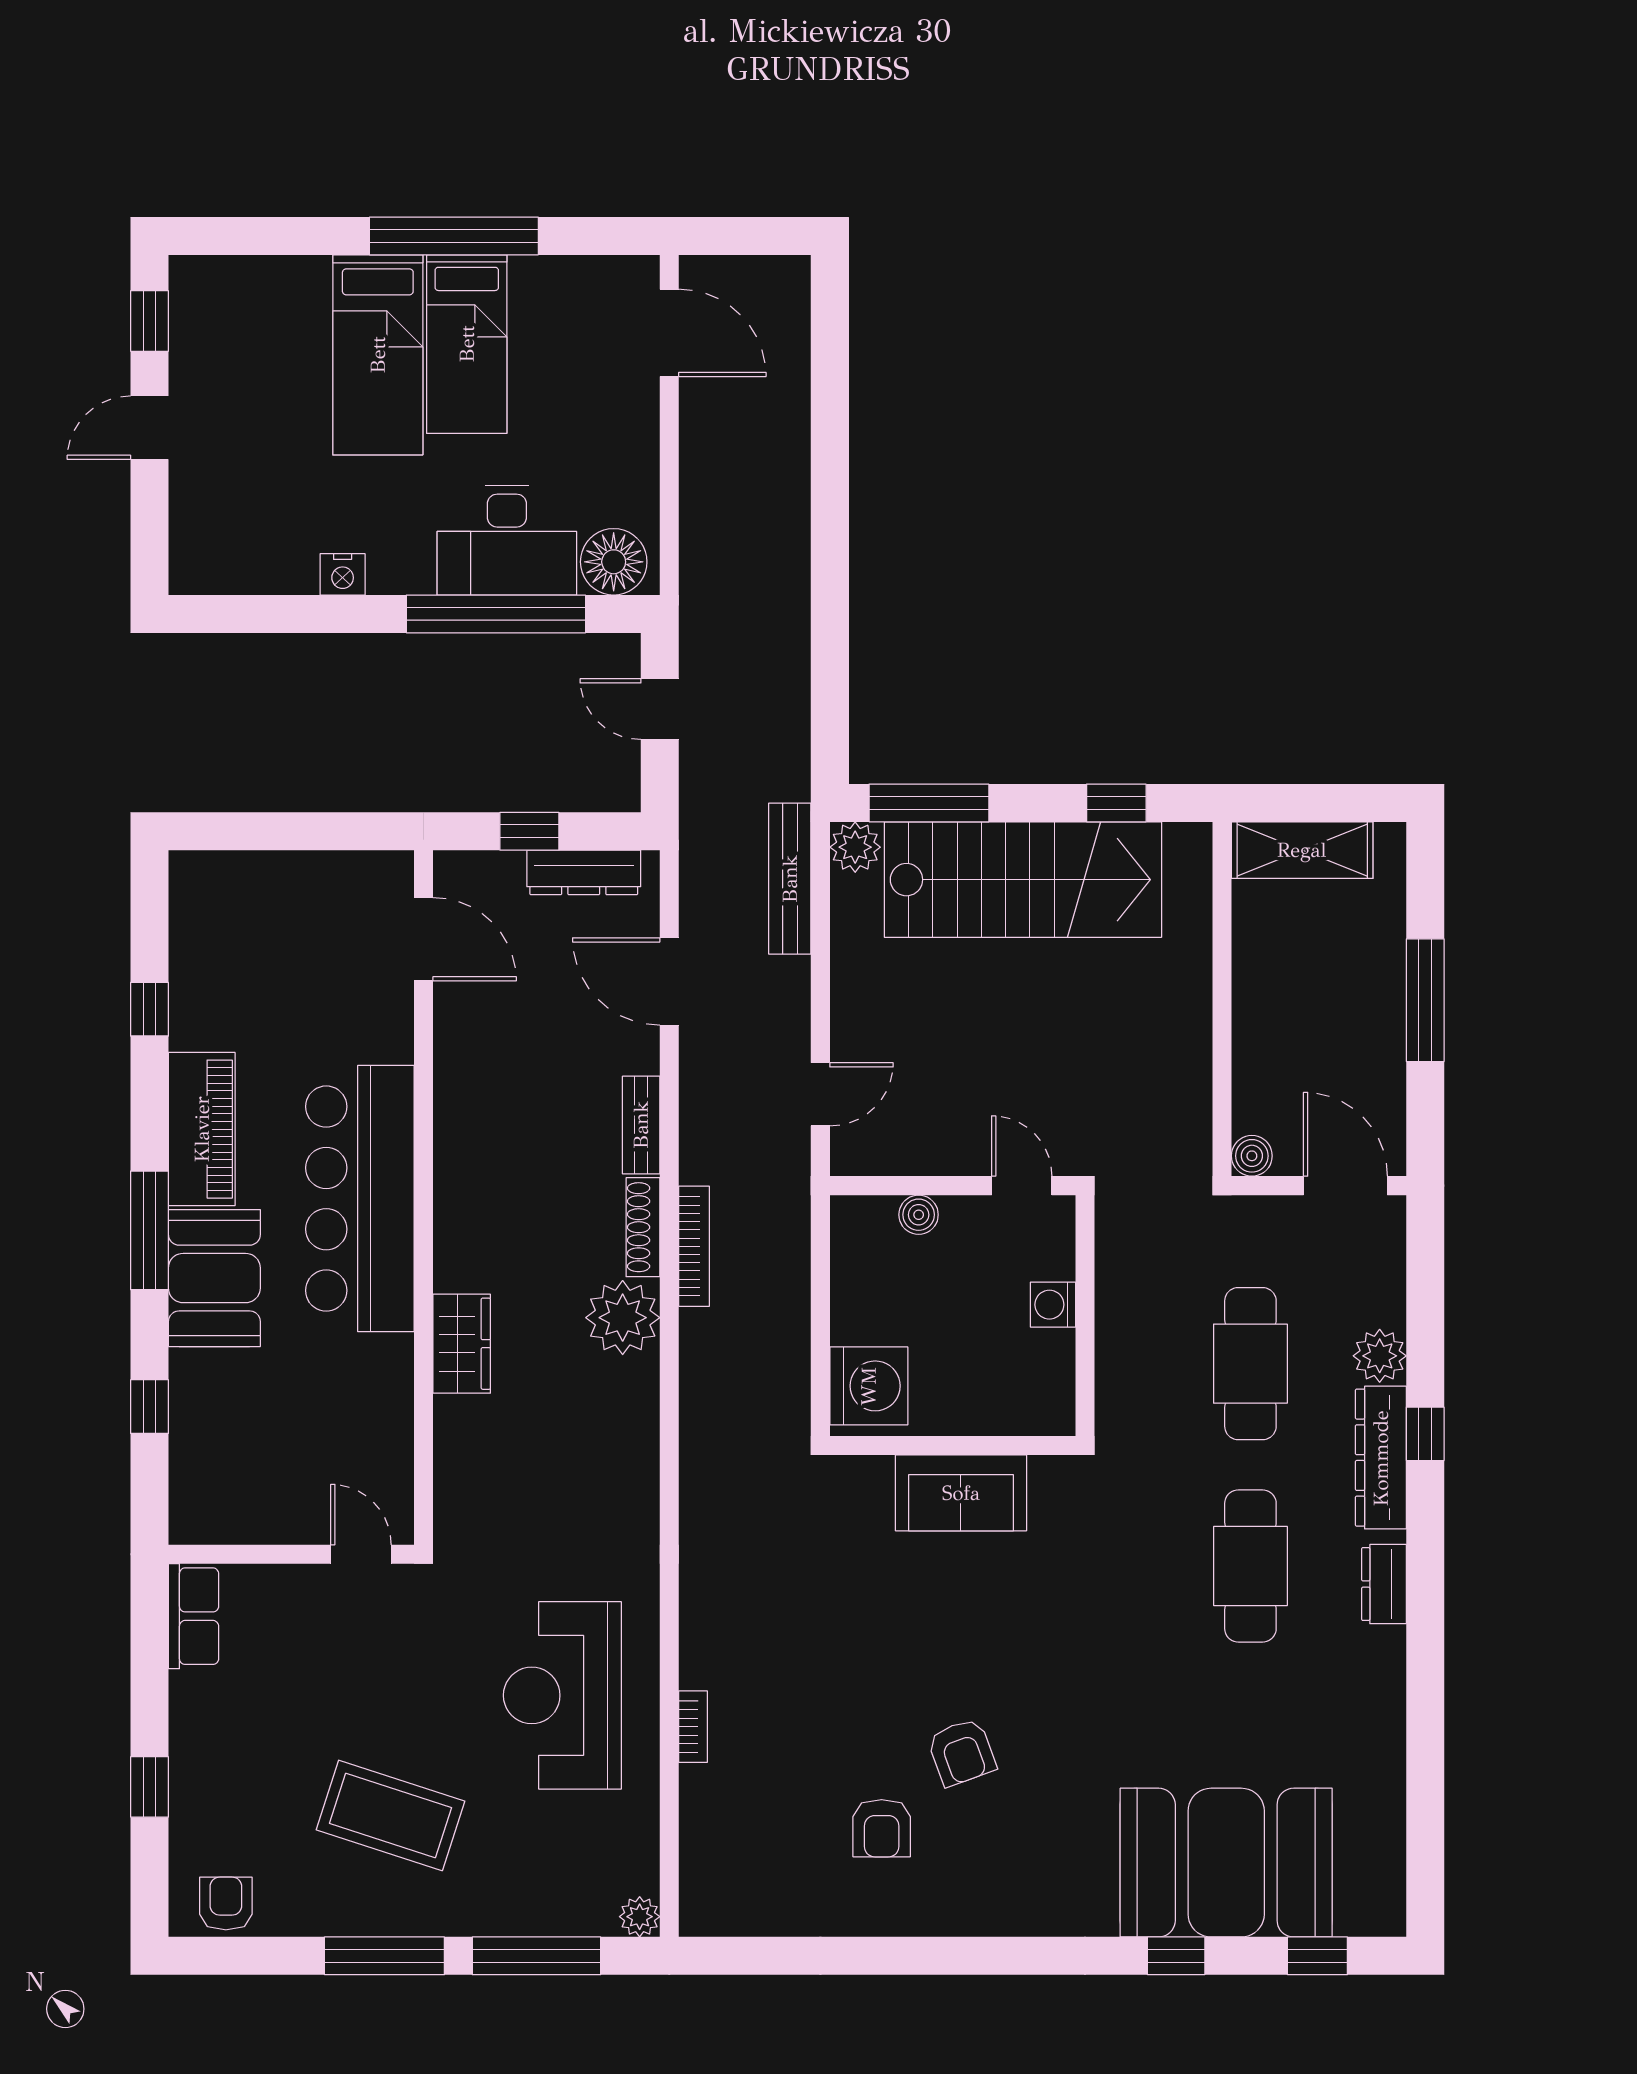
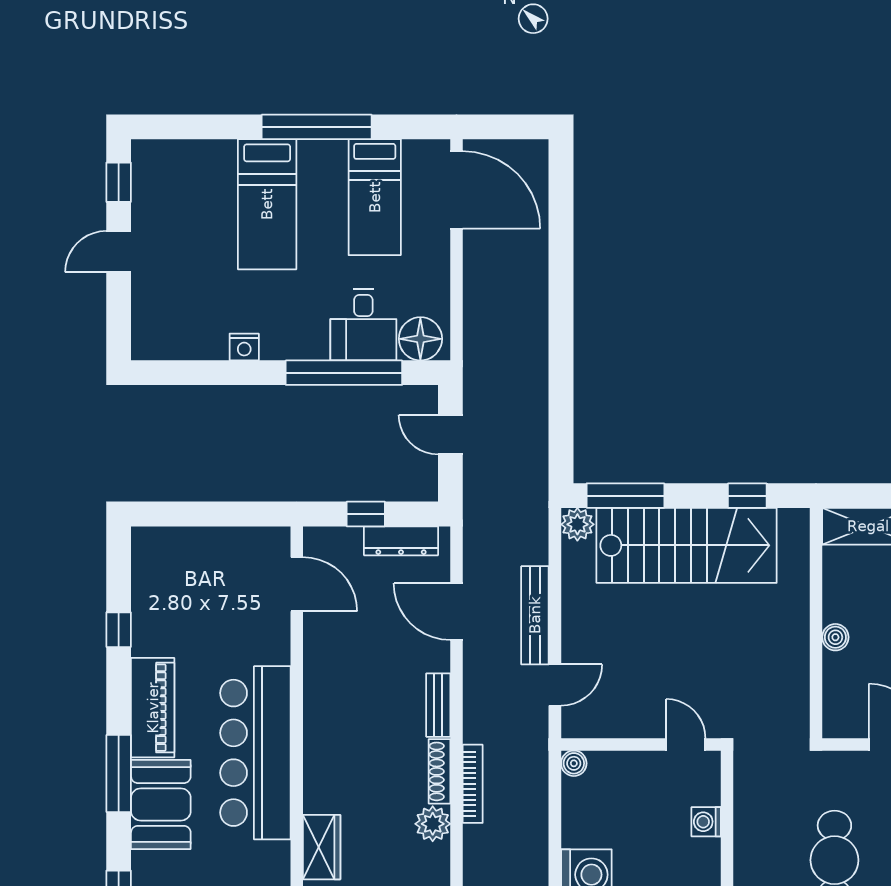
door: (669, 333) -> (457, 190), width x1.36
bed: (467, 344) -> (375, 197), moved
desk: (507, 540) -> (363, 325), width x0.73
bench: (790, 879) -> (535, 615), moved
boiler: (1252, 1156) -> (835, 637), moved
boiler: (919, 1215) -> (574, 763), moved
plant: (623, 1318) -> (433, 824), width x0.73, depth x0.73

